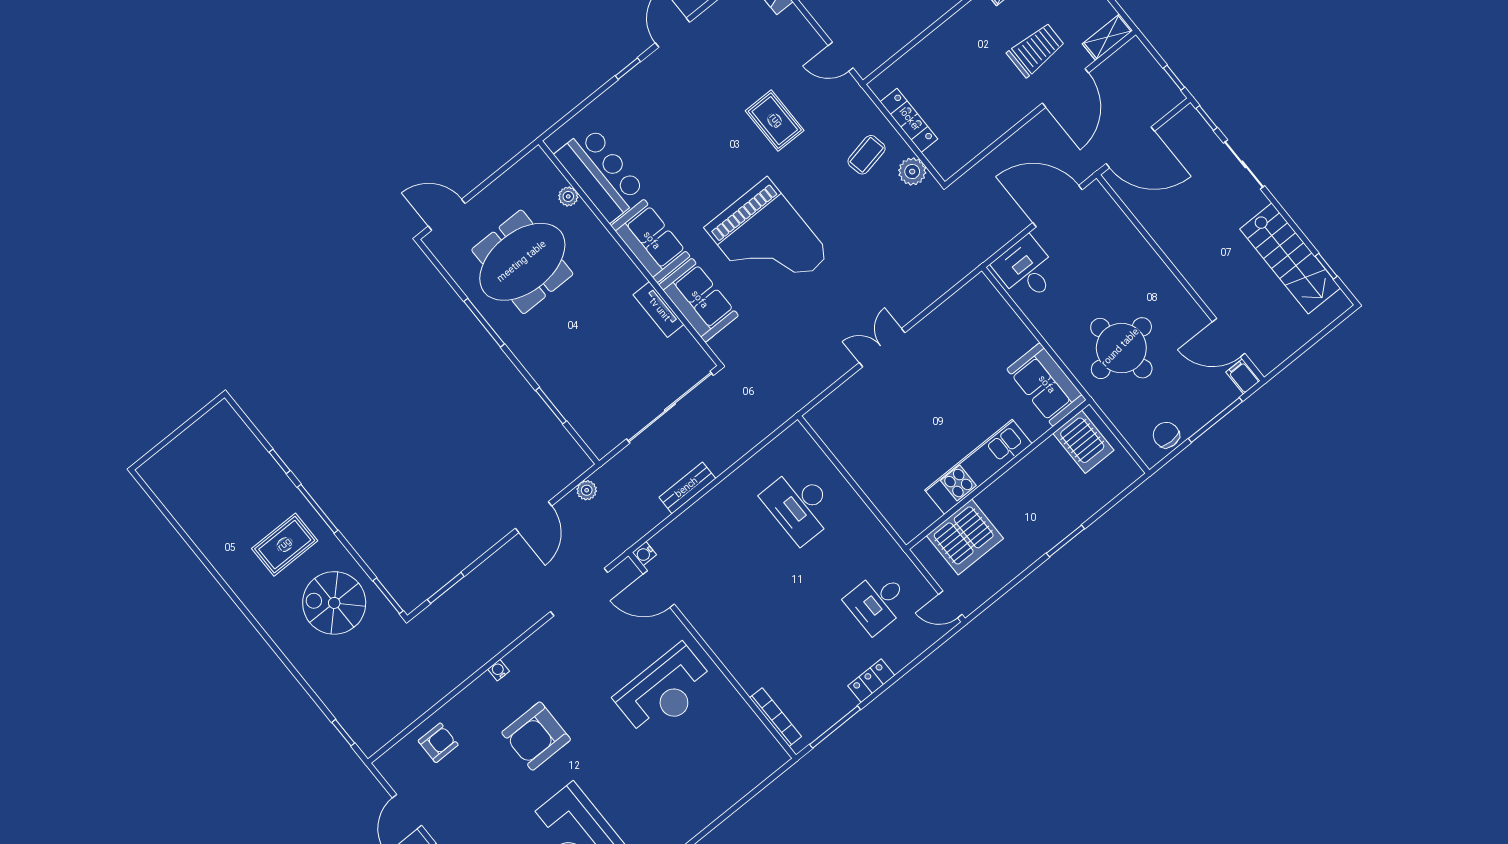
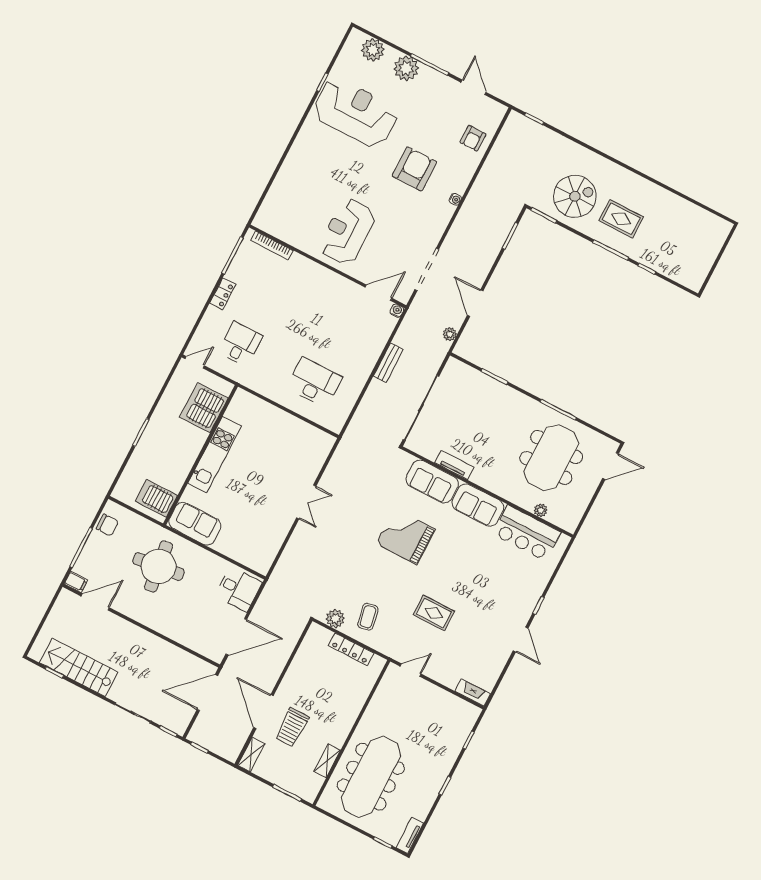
grand piano: (767, 241) -> (406, 536), width x0.73, depth x0.68
rug: (285, 545) -> (621, 219), turned 90

